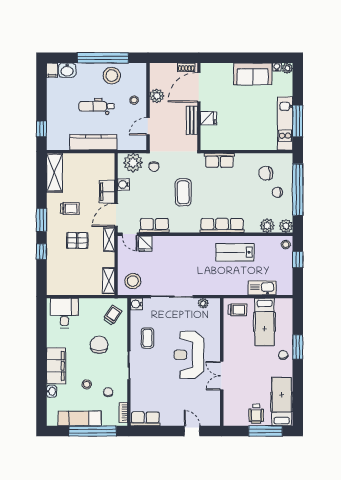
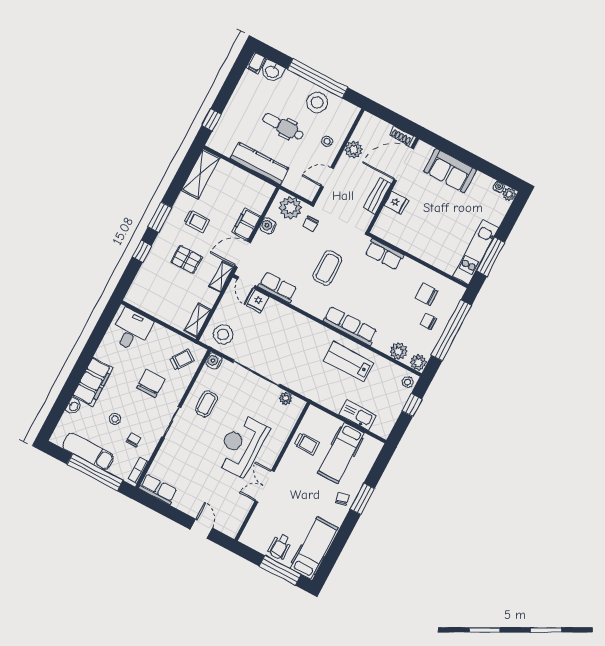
sofa: (253, 74) -> (450, 171), moved
trolley: (238, 310) -> (307, 444), moved

